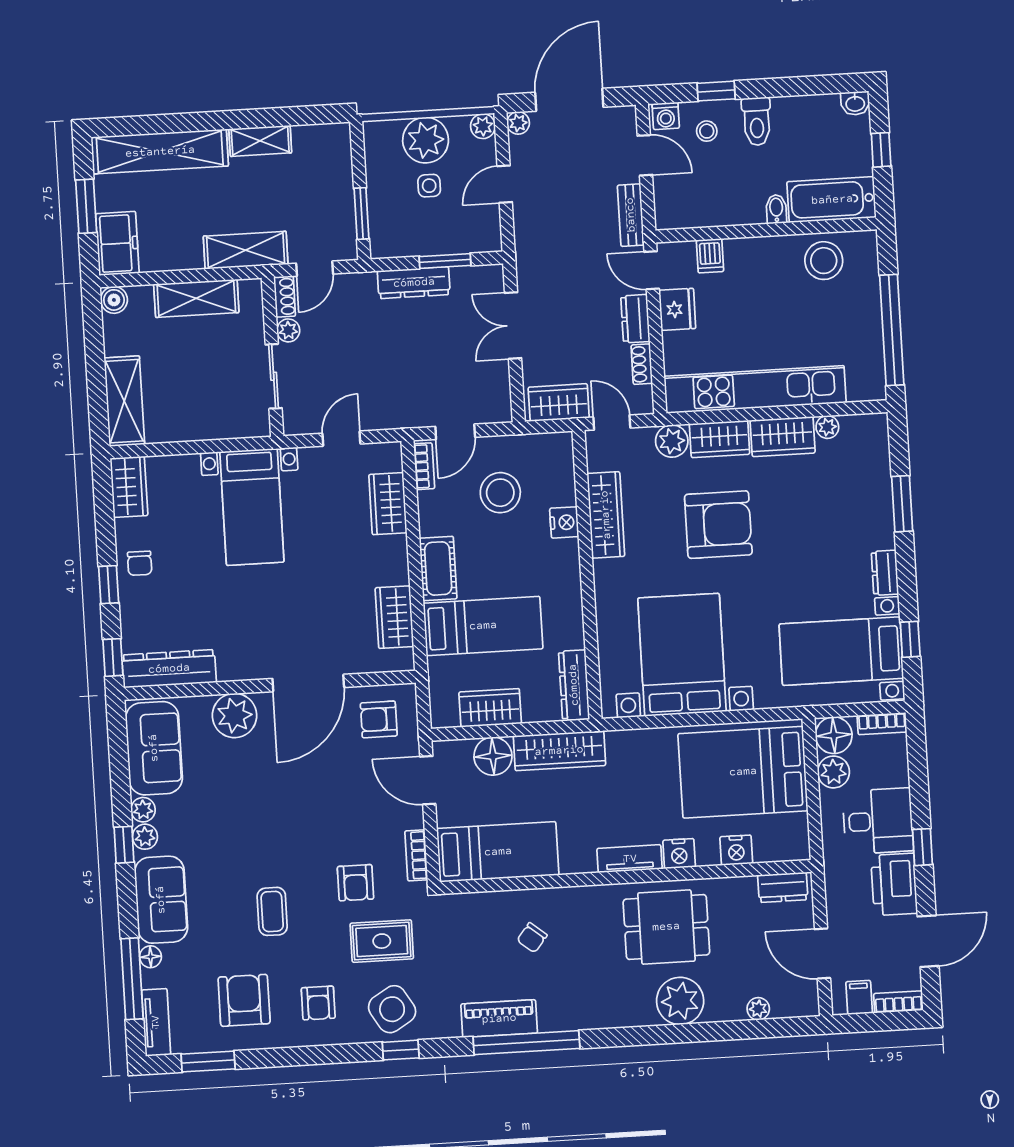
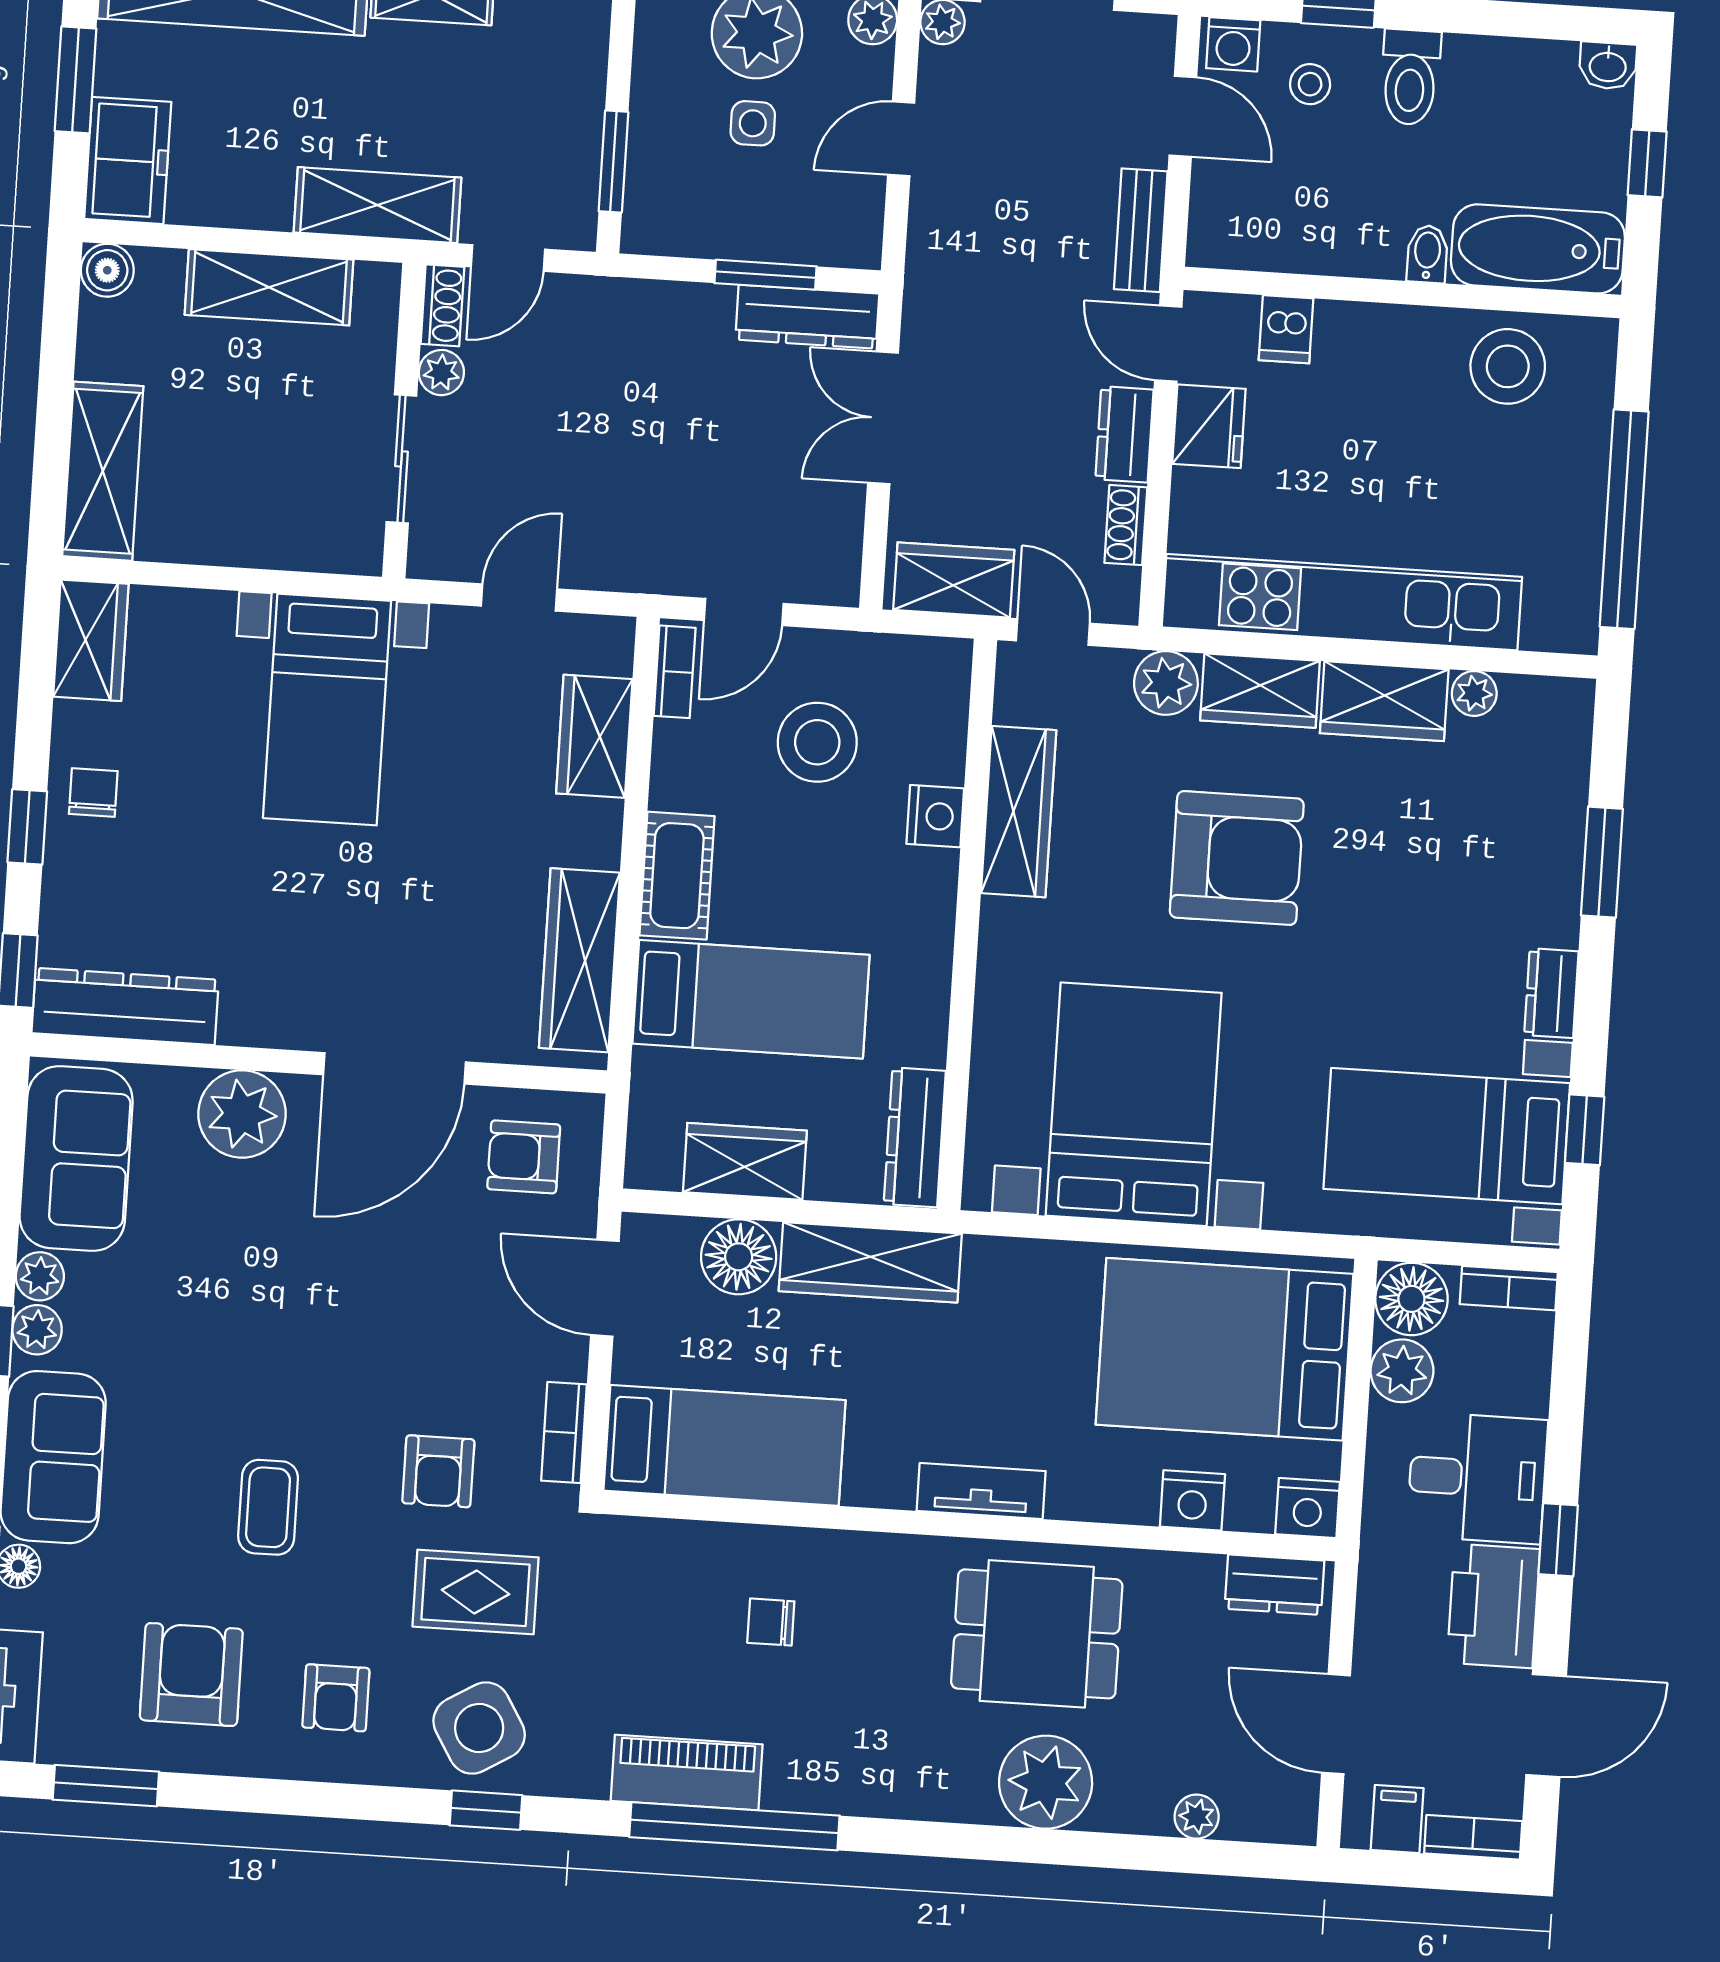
dresser: (414, 283) -> (807, 317), moved
chair: (140, 563) -> (93, 793), turned 180
wardrobe: (394, 617) -> (579, 960), width x1.50
nightstand: (679, 854) -> (1308, 1508), moved
chair: (532, 938) -> (771, 1622), turned 51

